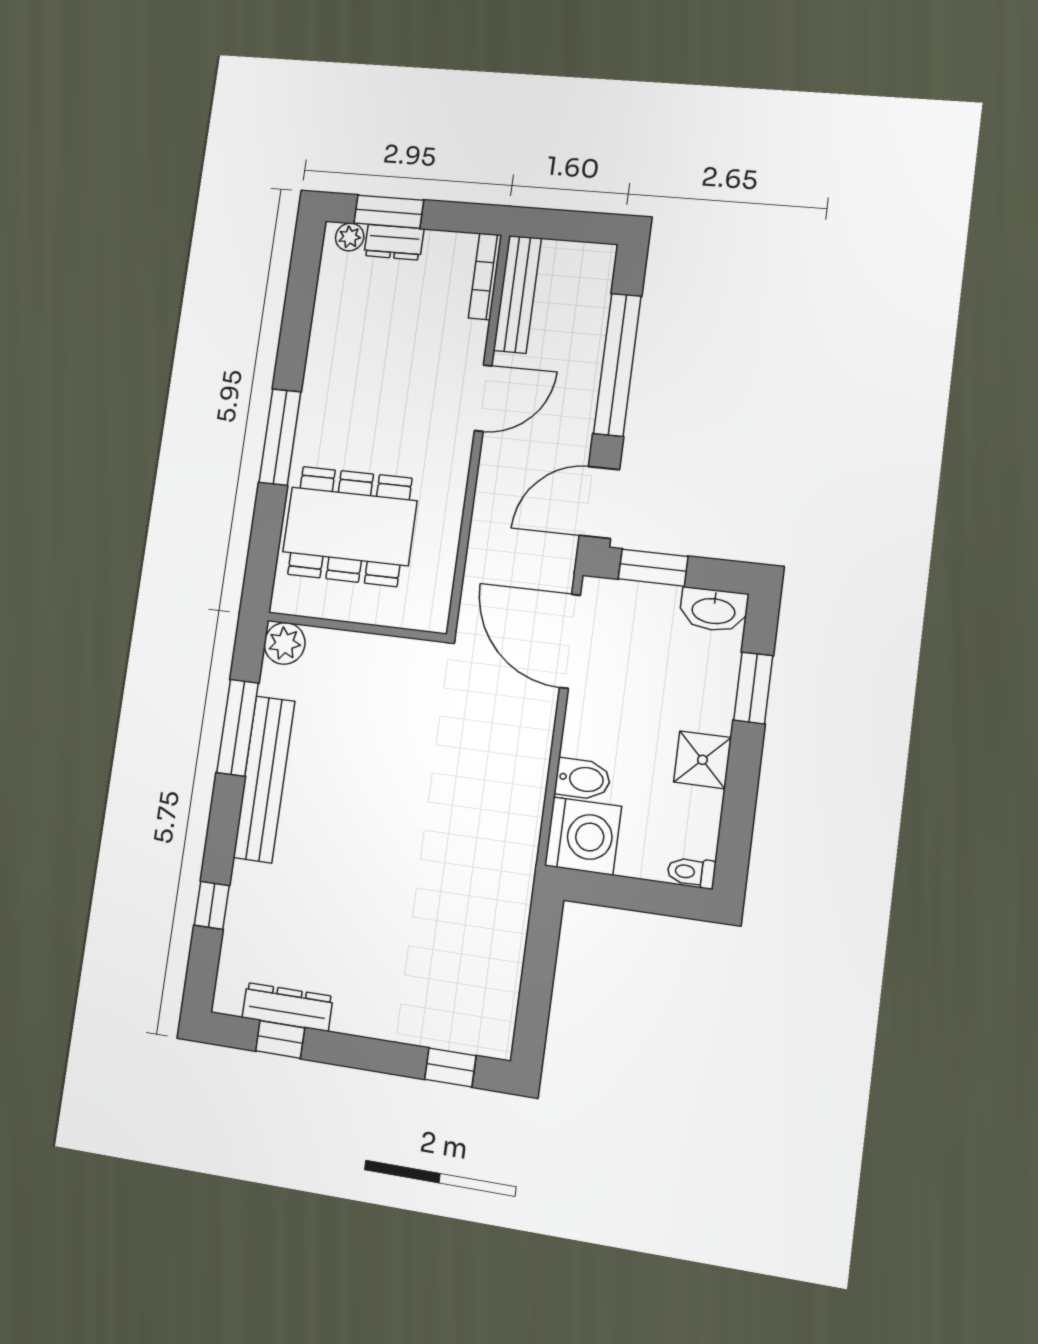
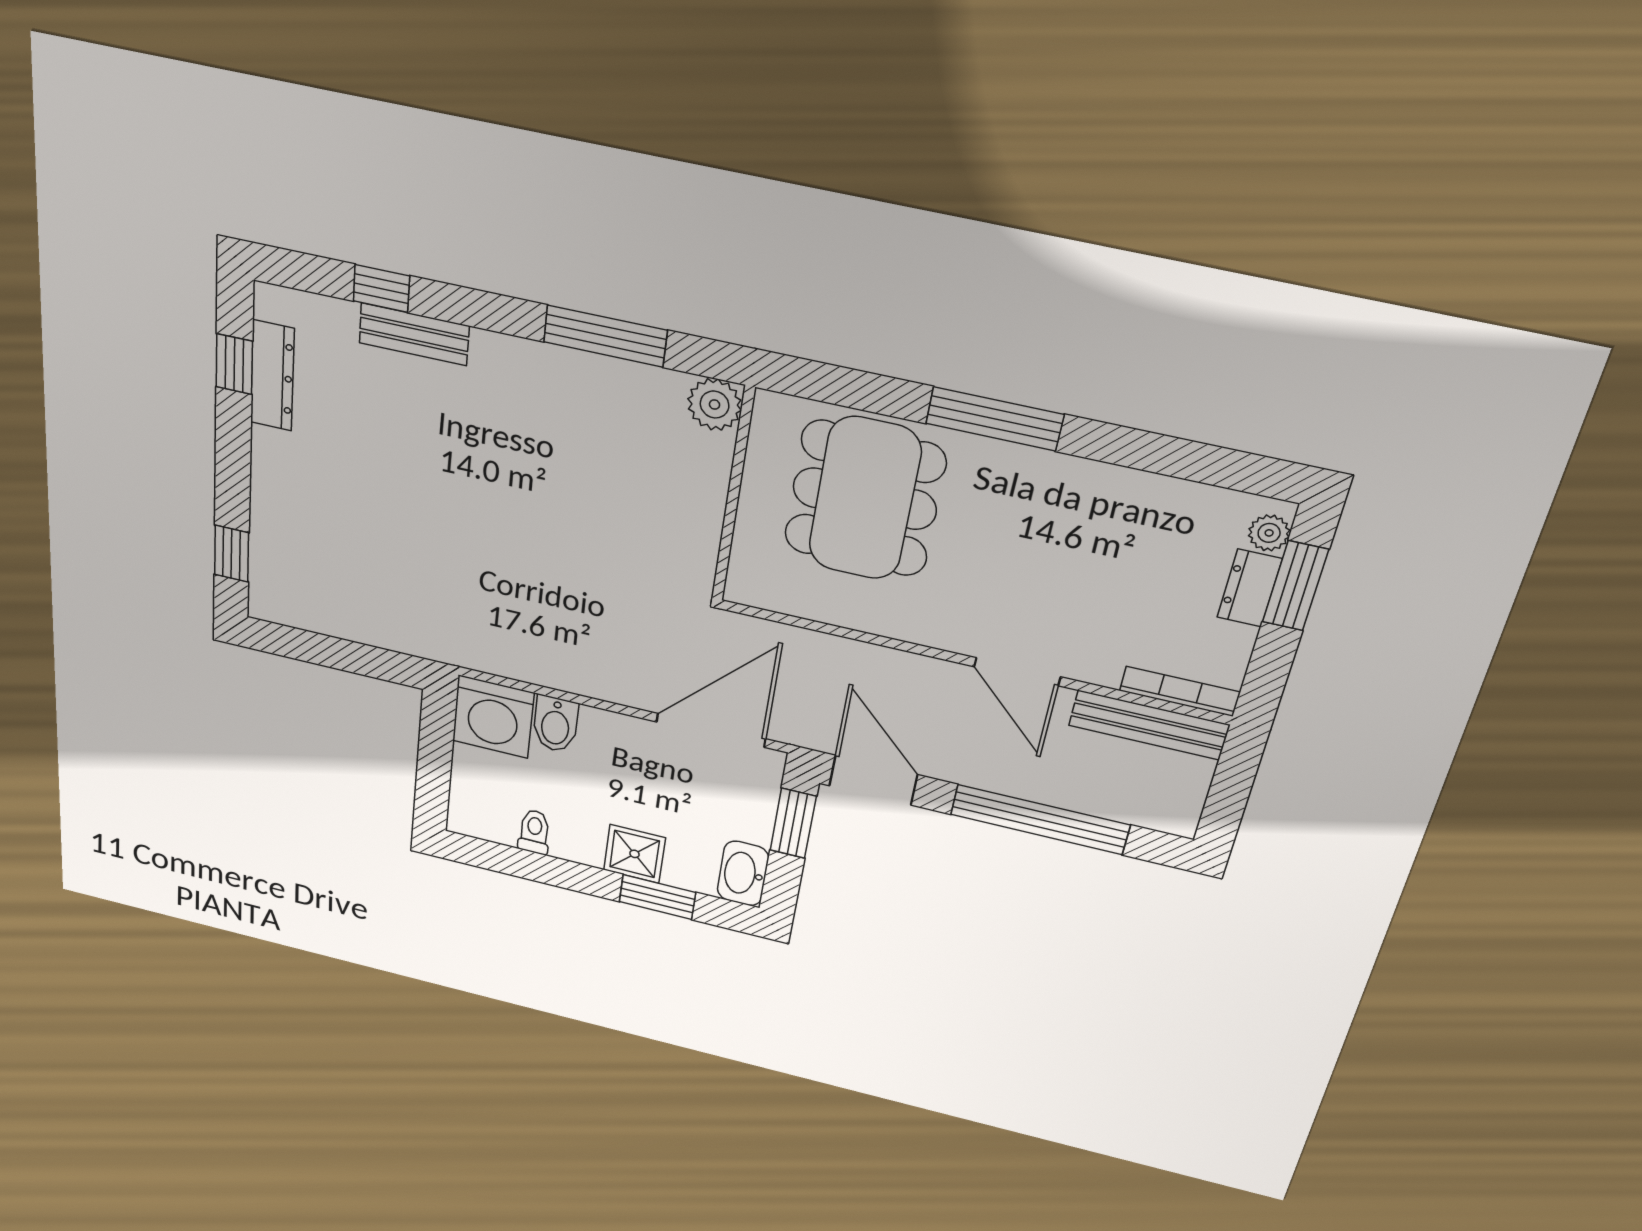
shower: (702, 760) -> (634, 854), moved
bench: (264, 779) -> (414, 334), moved, width x0.54, depth x0.82
toilet: (691, 872) -> (534, 832), moved

